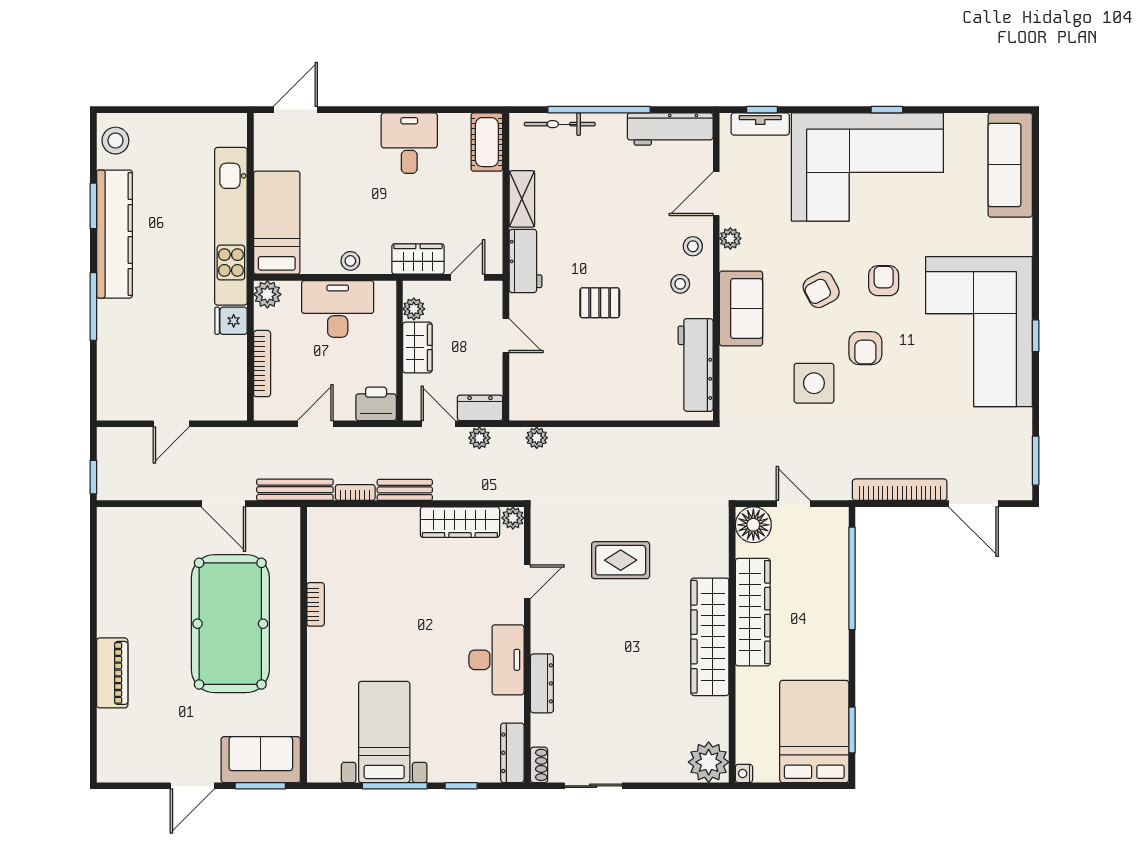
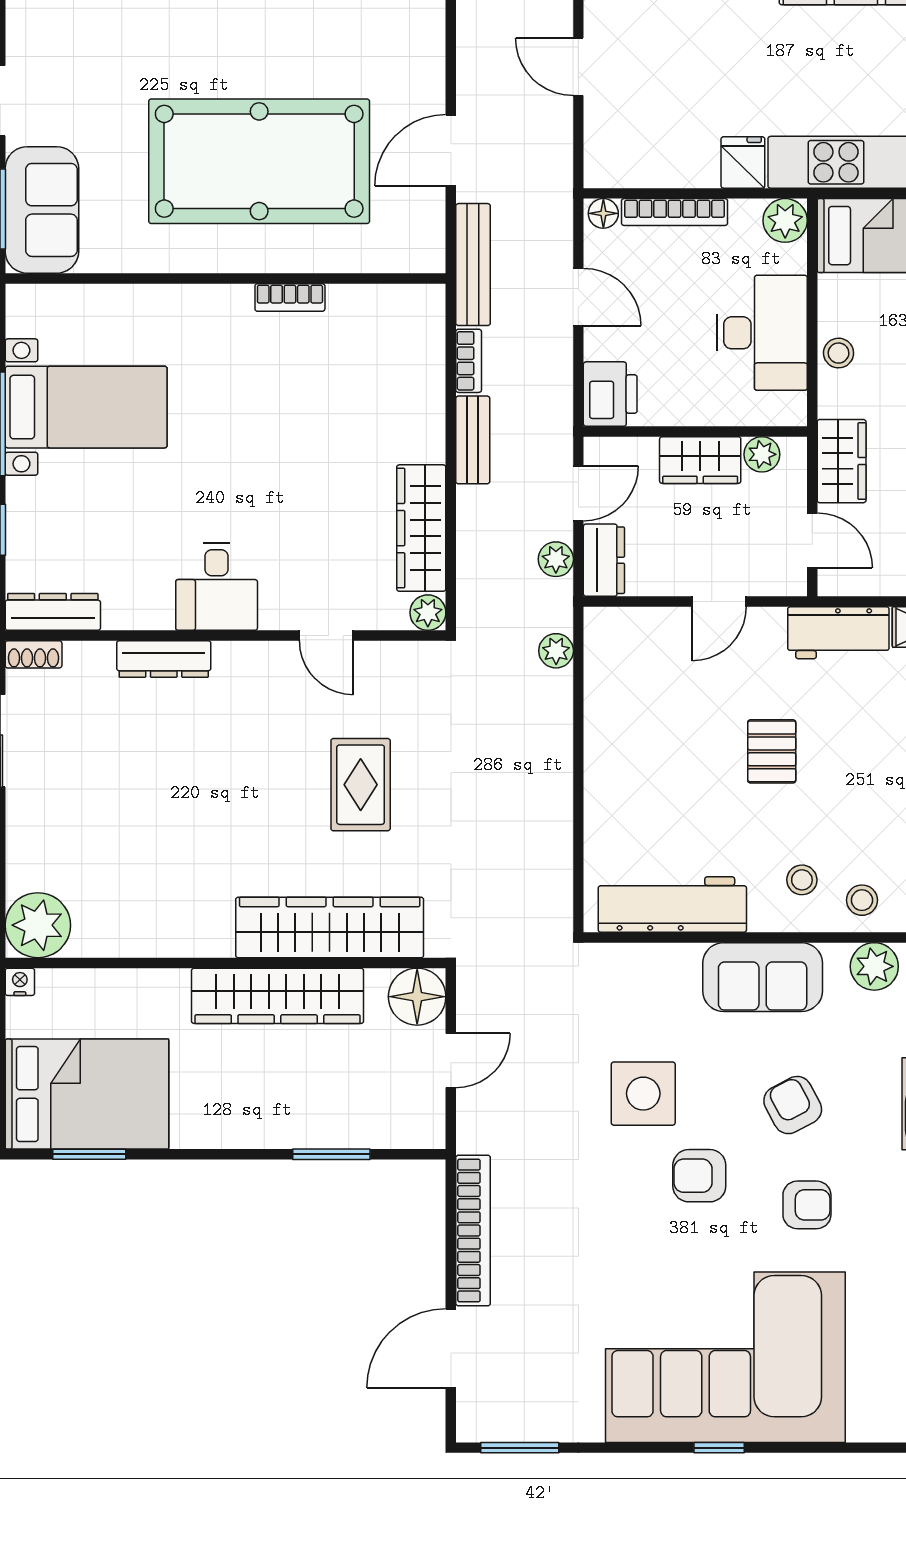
plant: (730, 238) -> (874, 966), width x1.38, depth x1.38
floor lamp: (263, 408) -> (603, 213), added
window: (852, 578) -> (331, 1154), width x0.47
wardrobe: (710, 637) -> (330, 927), moved
desk: (497, 660) -> (217, 586), width x0.73

